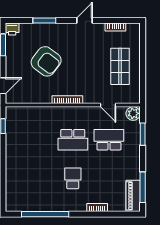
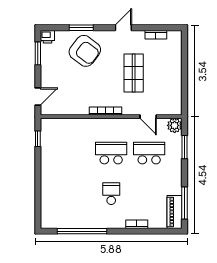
armchair: (46, 61) -> (85, 51), moved
shop shelf: (120, 66) -> (134, 73), moved
school desk: (73, 140) -> (111, 153), turned 180

